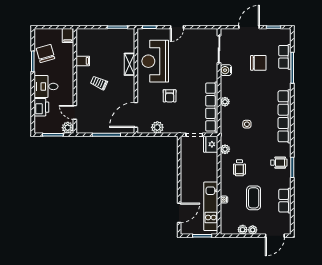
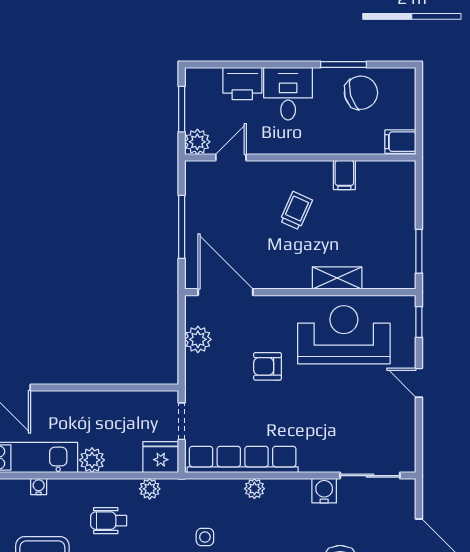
plant: (212, 175) -> (92, 460), added

